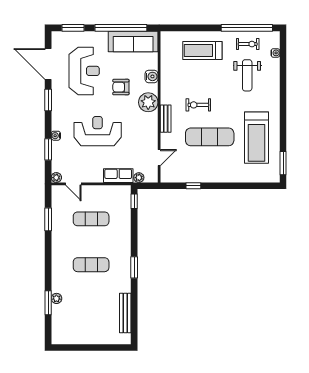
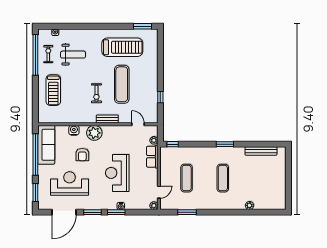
window: (48, 149) -> (116, 212), moved
window: (48, 303) -> (253, 212), removed

